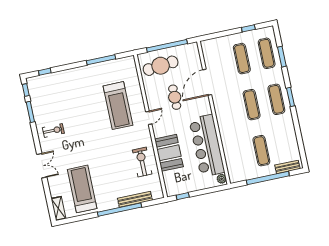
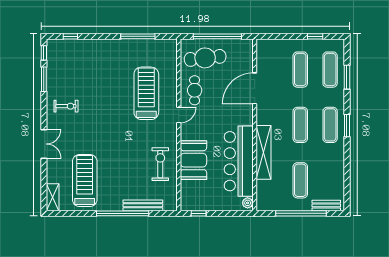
cafe table: (175, 97) -> (195, 90), moved
treadmill: (118, 106) -> (146, 93), turned 180
shelving: (226, 134) -> (263, 152), added

